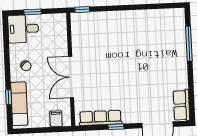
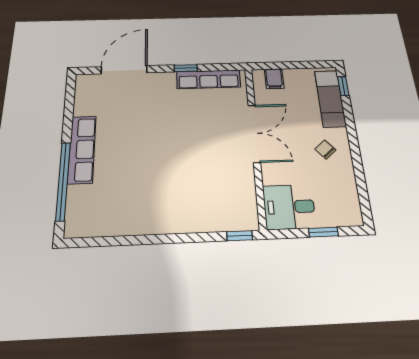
desk: (23, 29) -> (289, 207), moved, turned 180
window: (189, 44) -> (63, 181), width x1.46
window: (9, 97) -> (343, 86), moved
row of seats: (181, 105) -> (82, 149), moved, width x1.48

